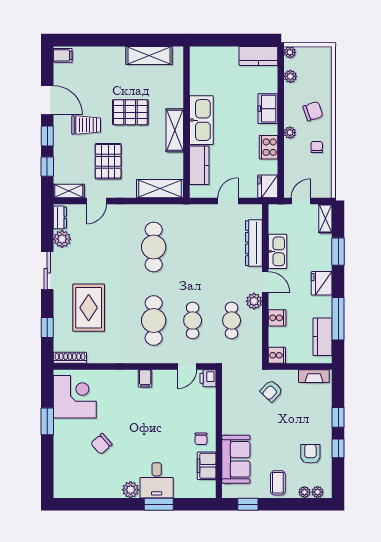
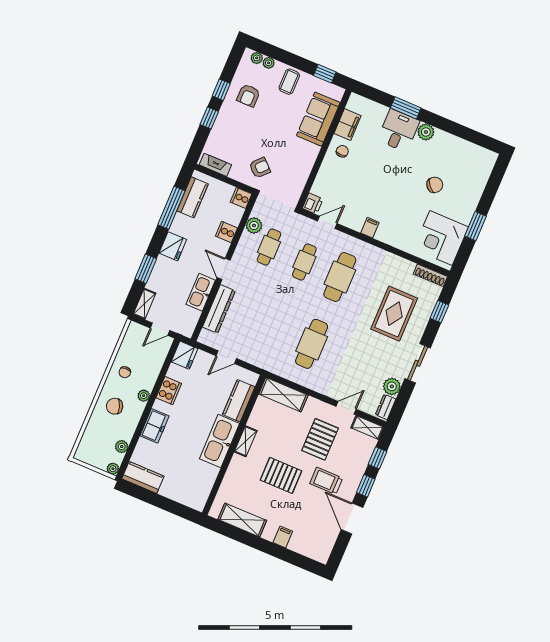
filing cabinet: (63, 55) -> (283, 537), moved, turned 90
shelving: (175, 130) -> (246, 441), width x0.67, depth x0.75
plant: (254, 301) -> (254, 225), moved

